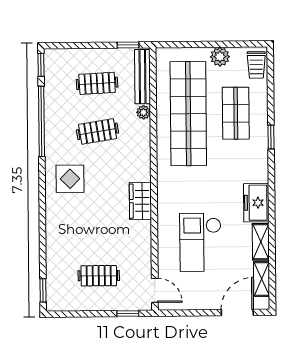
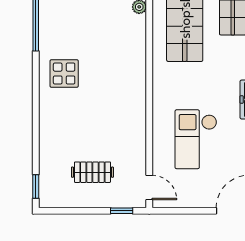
clothes rail: (98, 131) -> (92, 26), removed
wardrobe: (140, 201) -> (135, 97), removed

